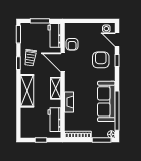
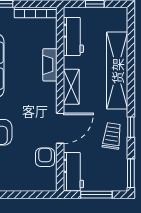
door: (63, 62) -> (60, 128), hinge flipped
shelving: (27, 91) -> (117, 71), width x1.47

